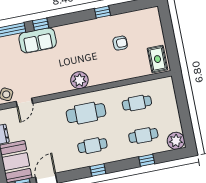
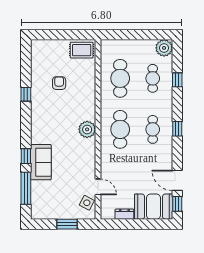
cafe table: (137, 103) -> (120, 78), width x1.37, depth x1.35

